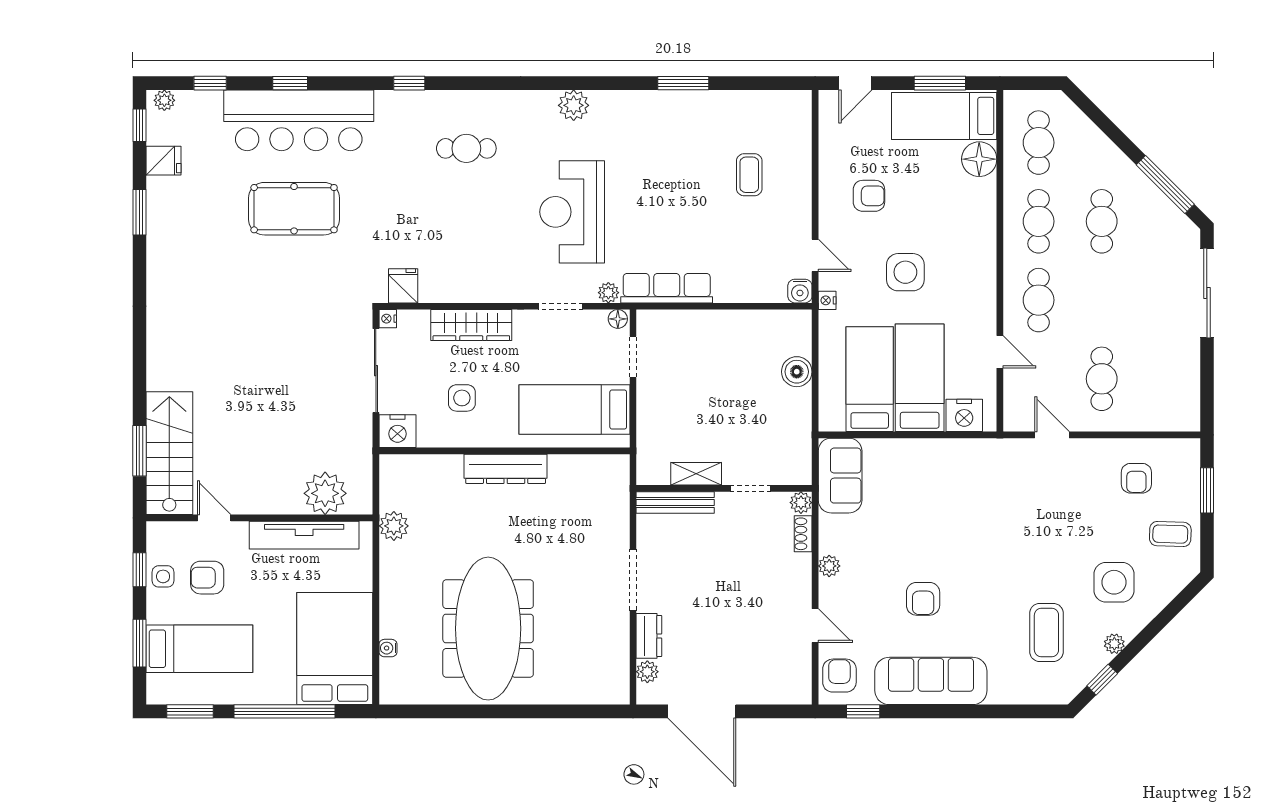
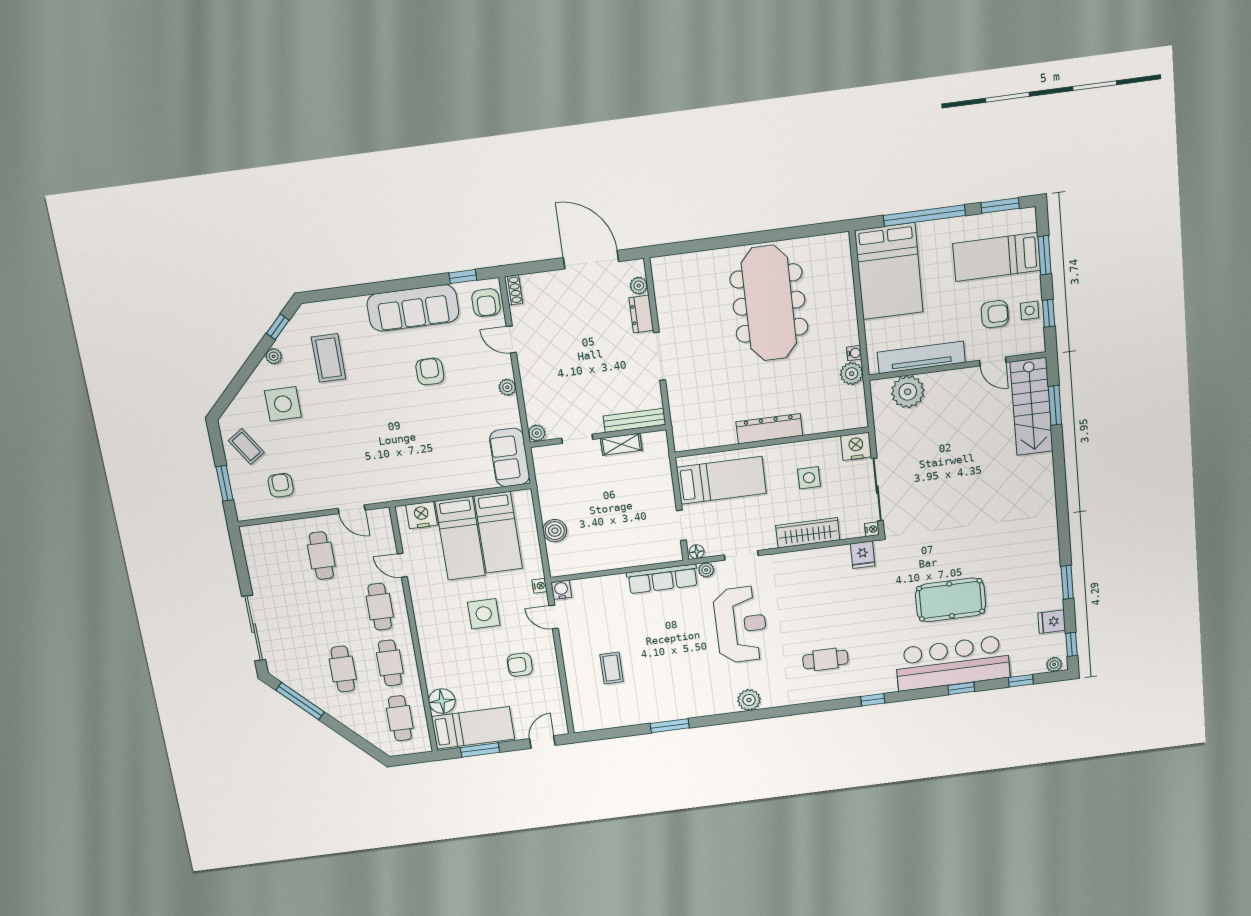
shoe rack: (803, 534) -> (513, 290), moved
coffee table: (1170, 534) -> (246, 447), turned 55
water cooler: (388, 648) -> (854, 353), moved

